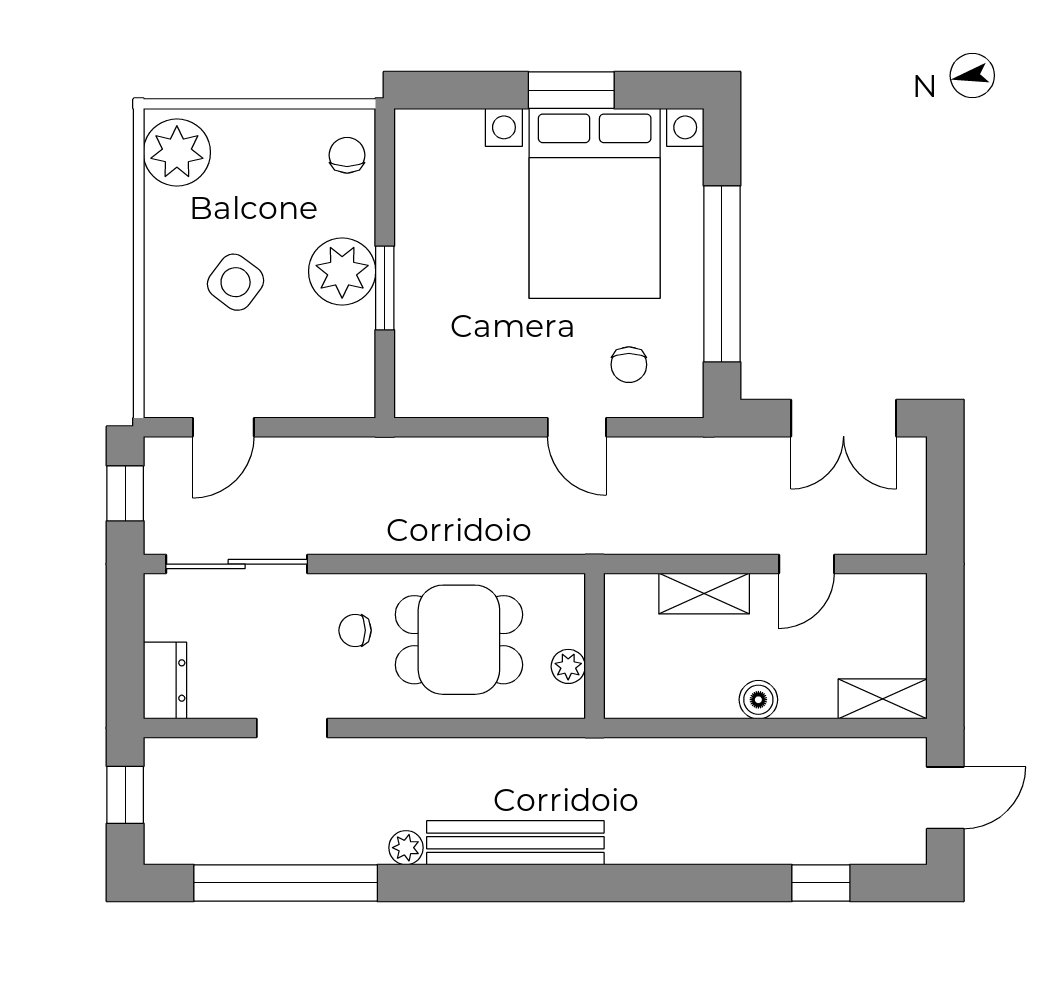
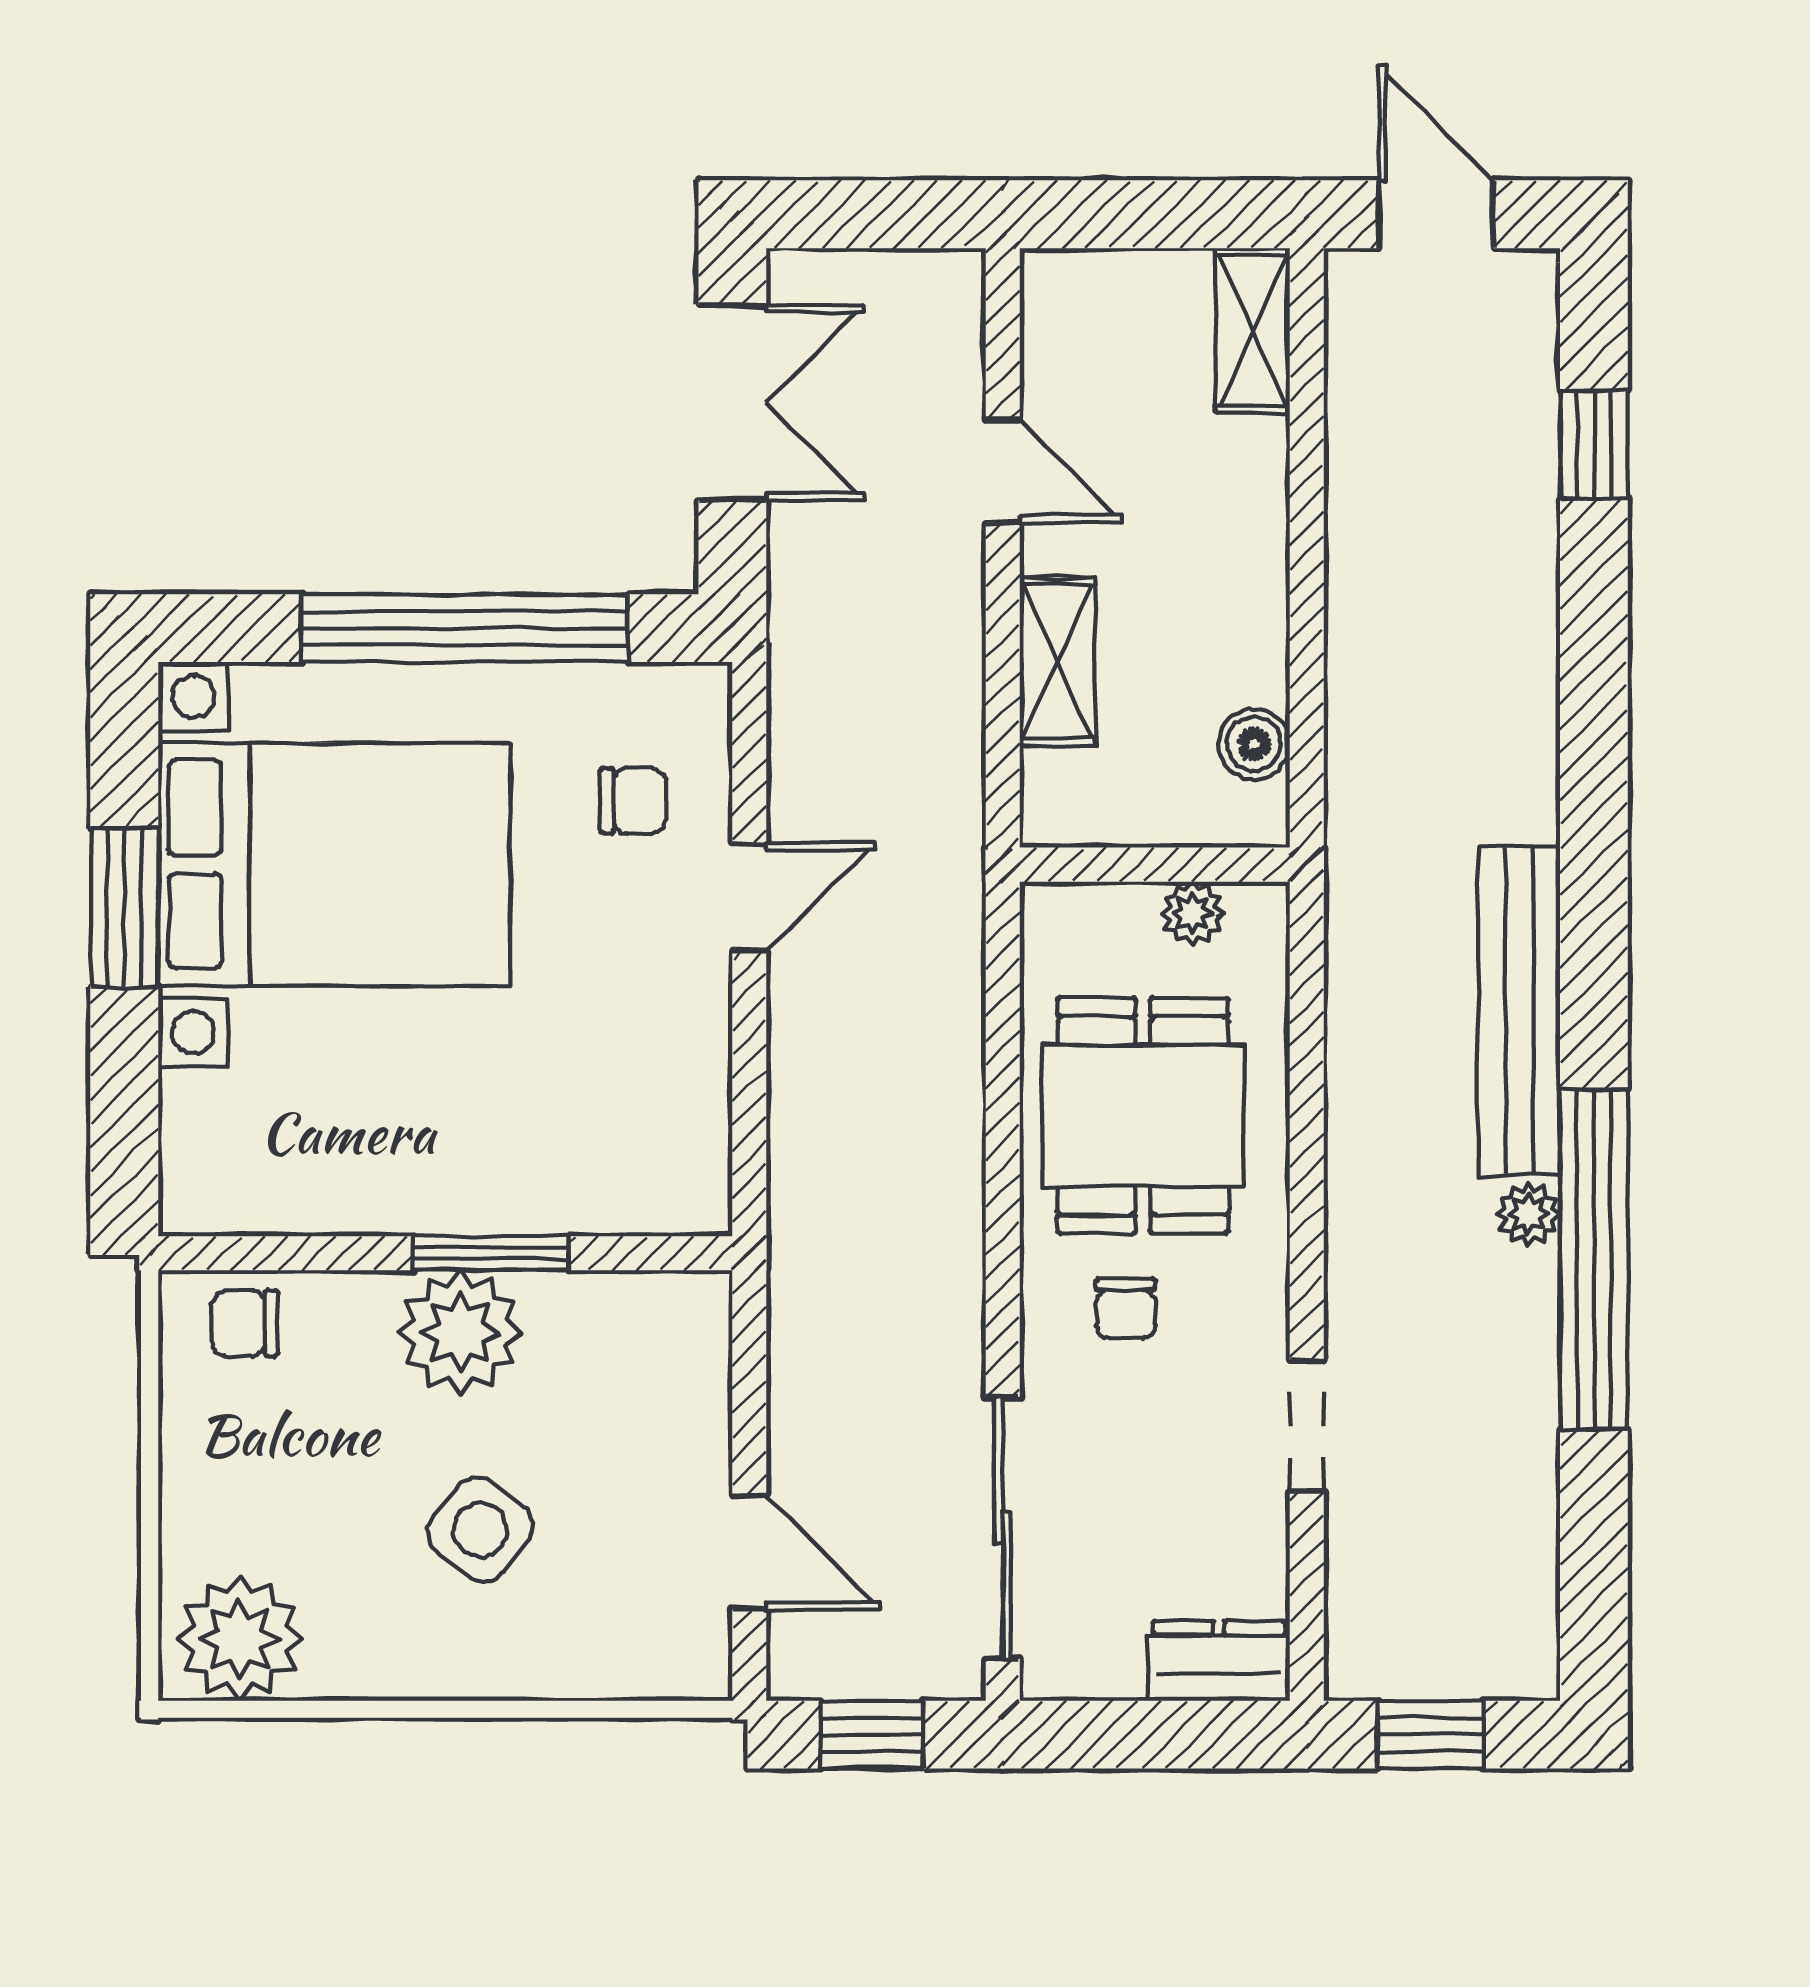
boiler: (758, 700) -> (1254, 744), moved
window: (286, 883) -> (1594, 1260), moved

